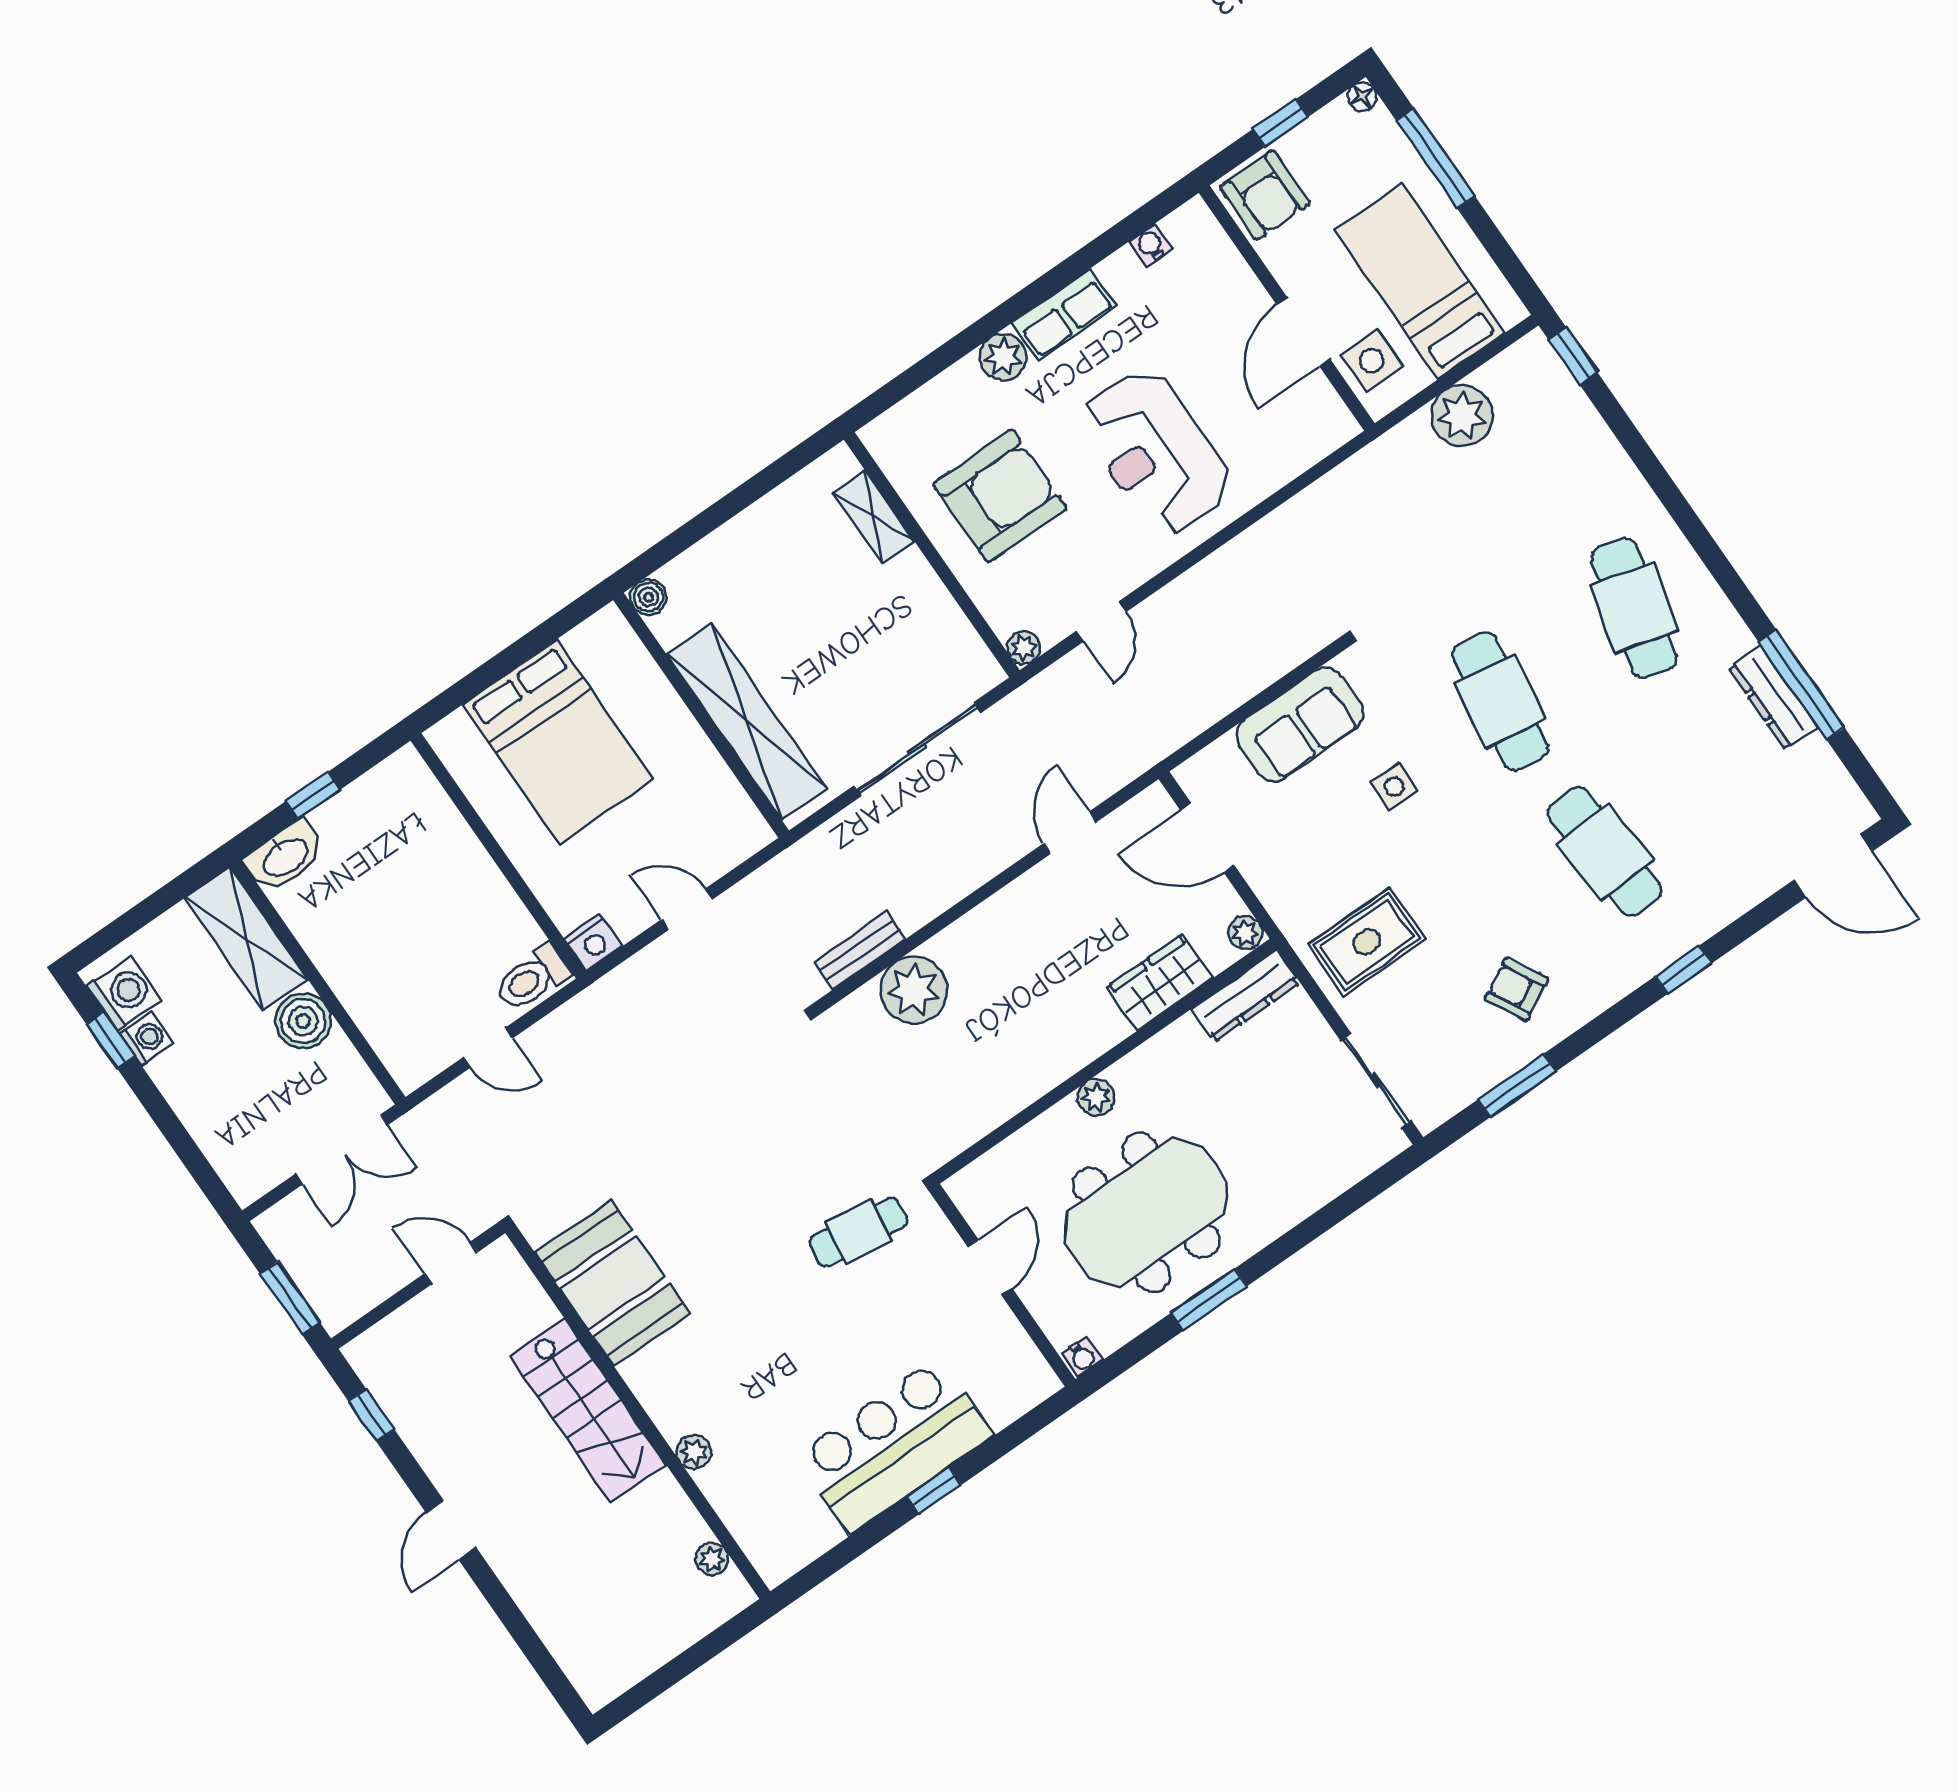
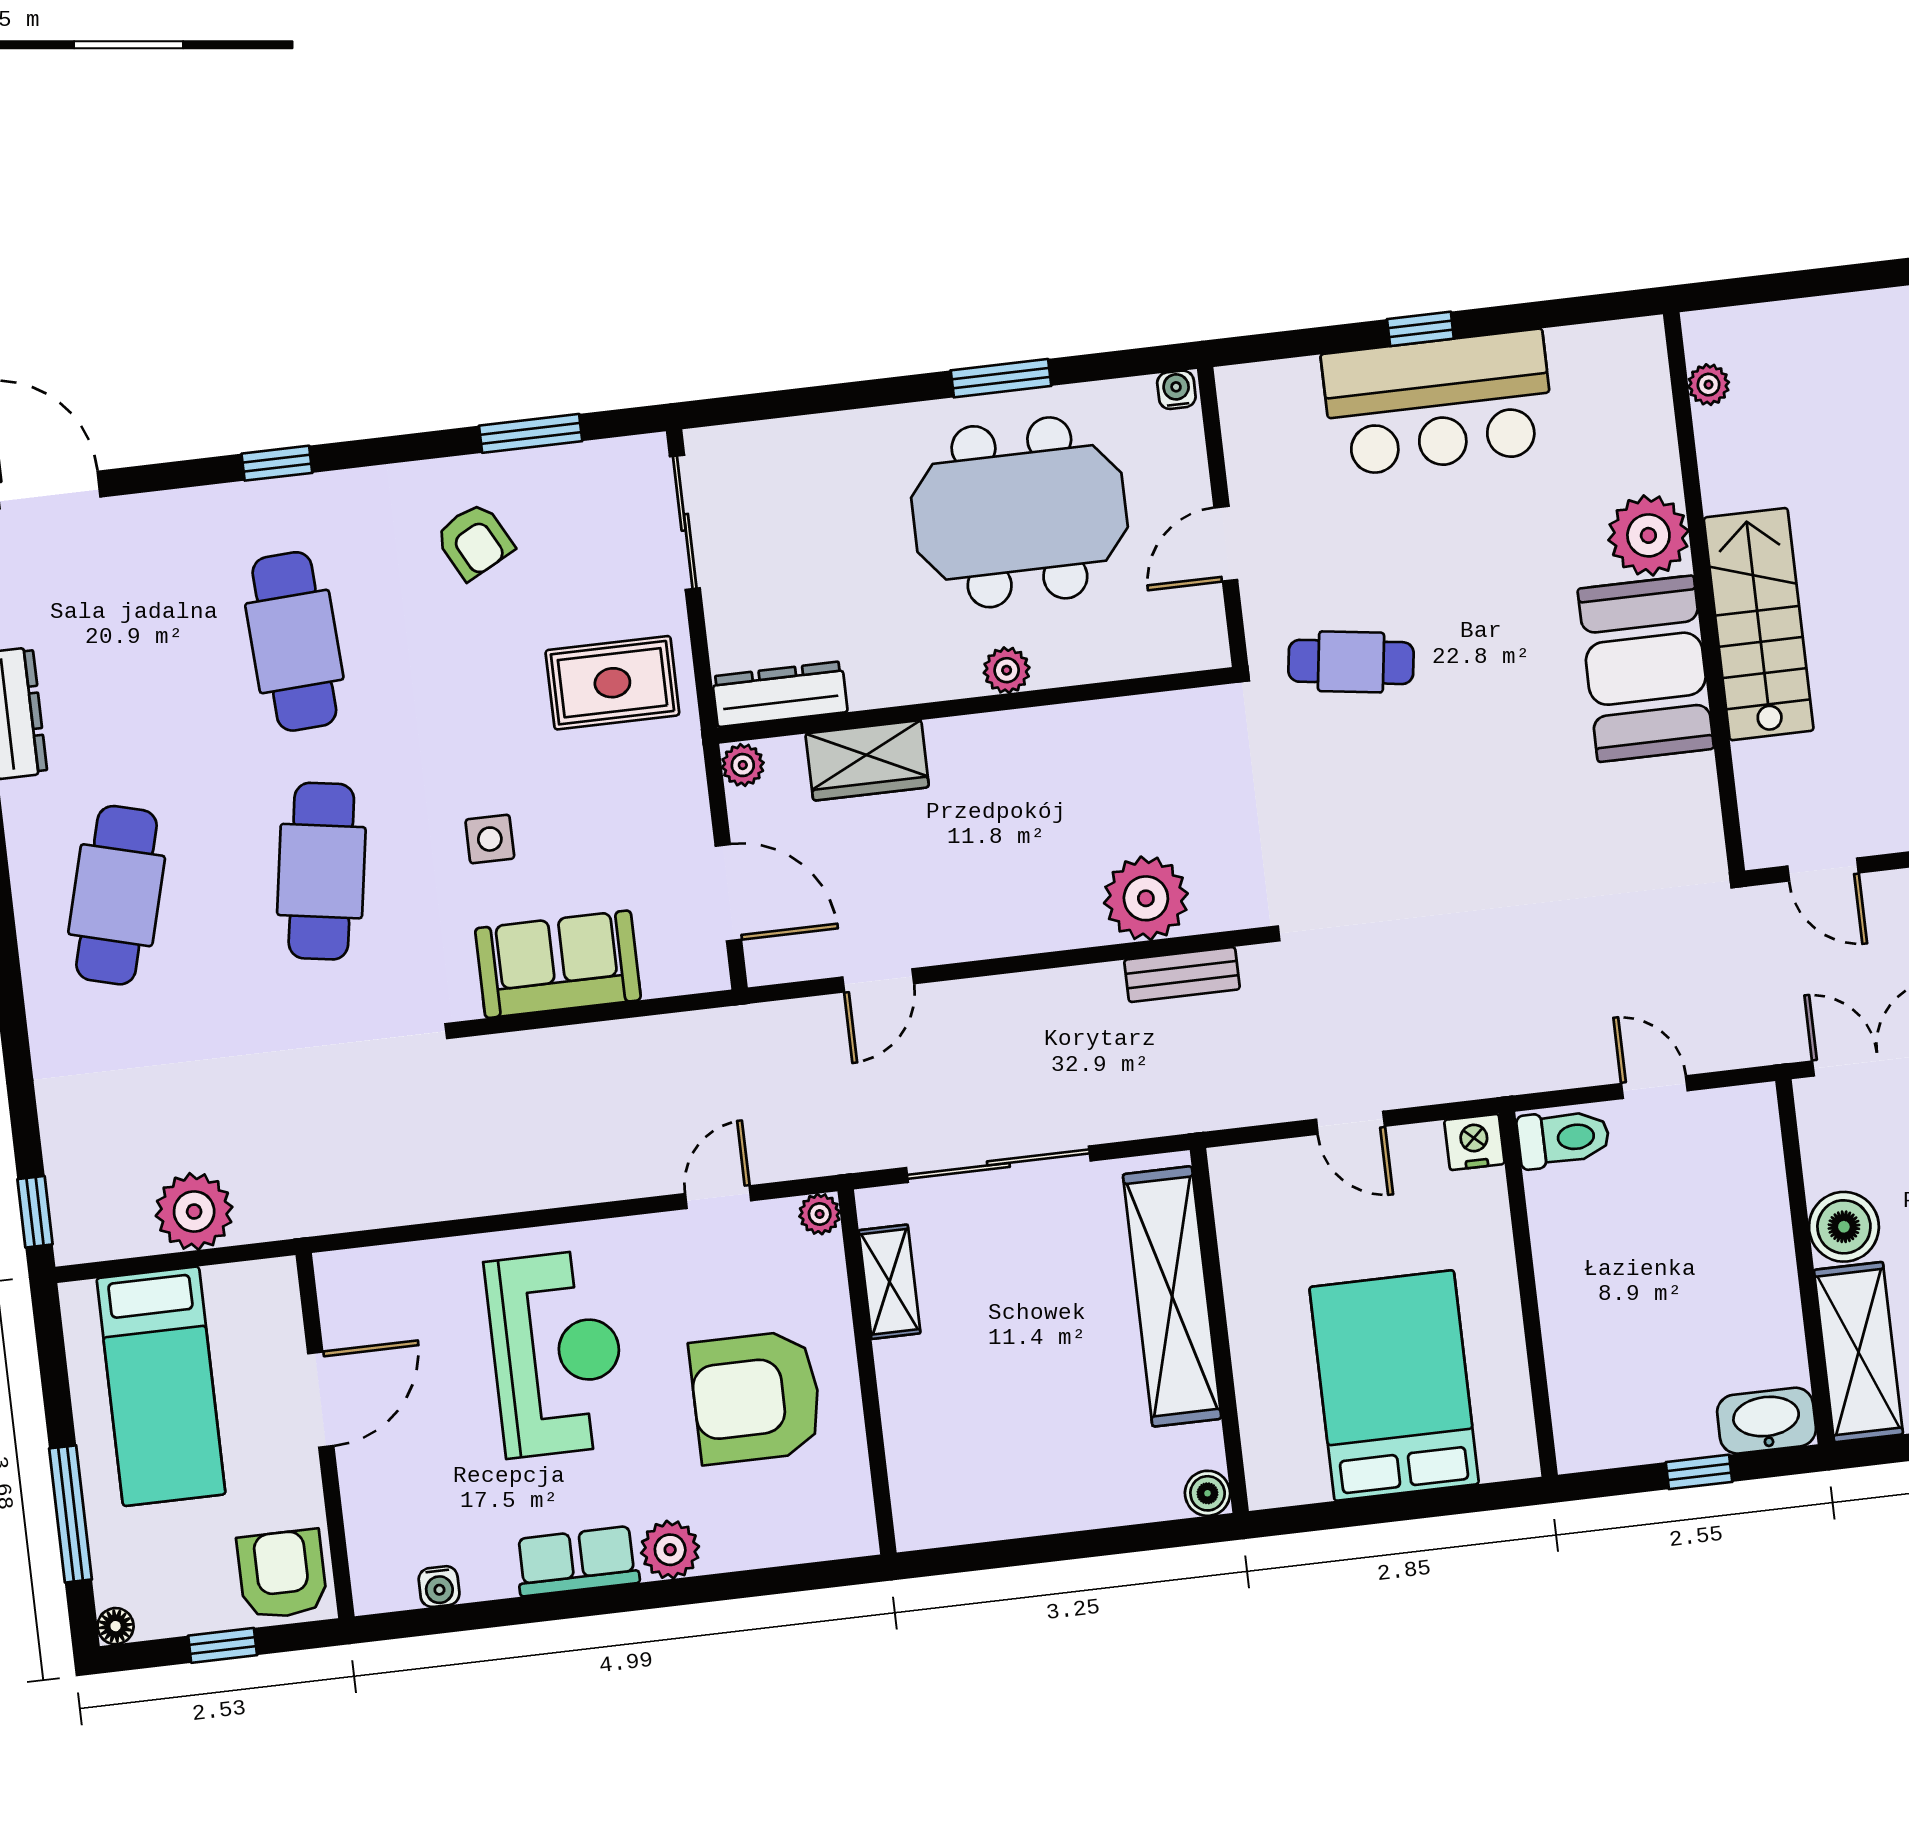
side table: (1372, 361) -> (262, 1327), removed
shelving: (874, 517) -> (890, 1282), moved
booth: (612, 1283) -> (1646, 669), moved
plant: (694, 1452) -> (1648, 535), width x1.88, depth x1.88

